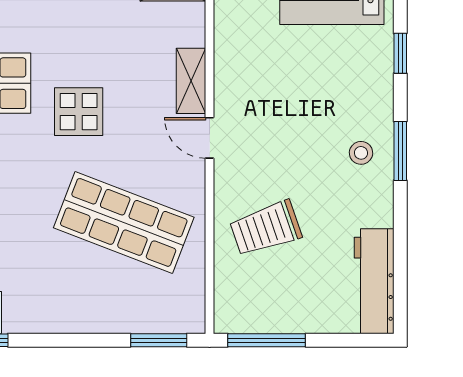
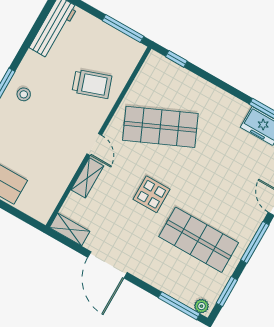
shop shelf: (124, 222) -> (160, 127), turned -45
window: (159, 340) -> (176, 59), width x0.67

